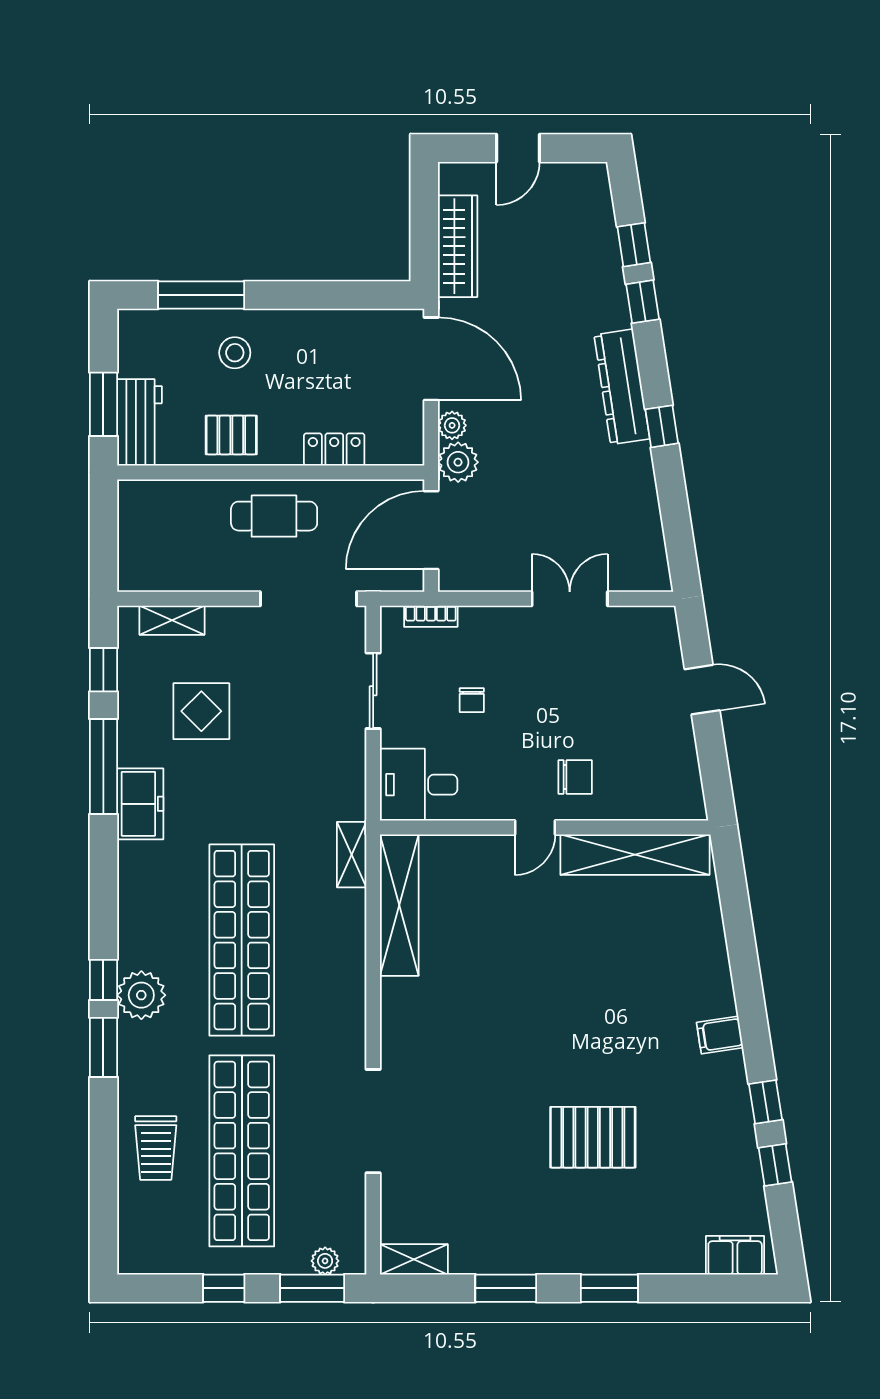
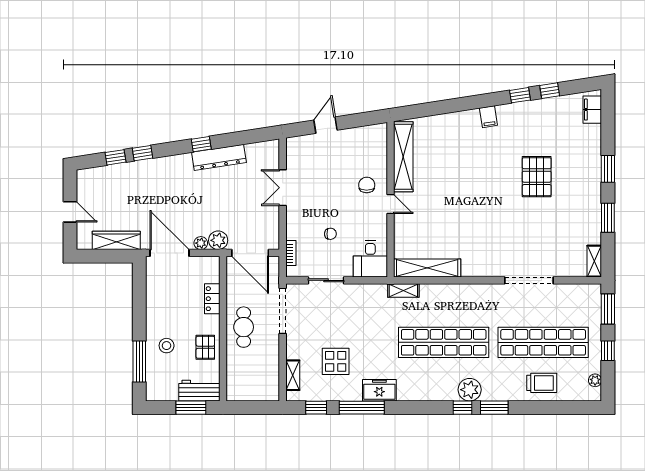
door: (431, 359) -> (169, 253), hinge flipped
dresser: (622, 387) -> (219, 157), moved
plant: (325, 1261) -> (595, 380), moved

